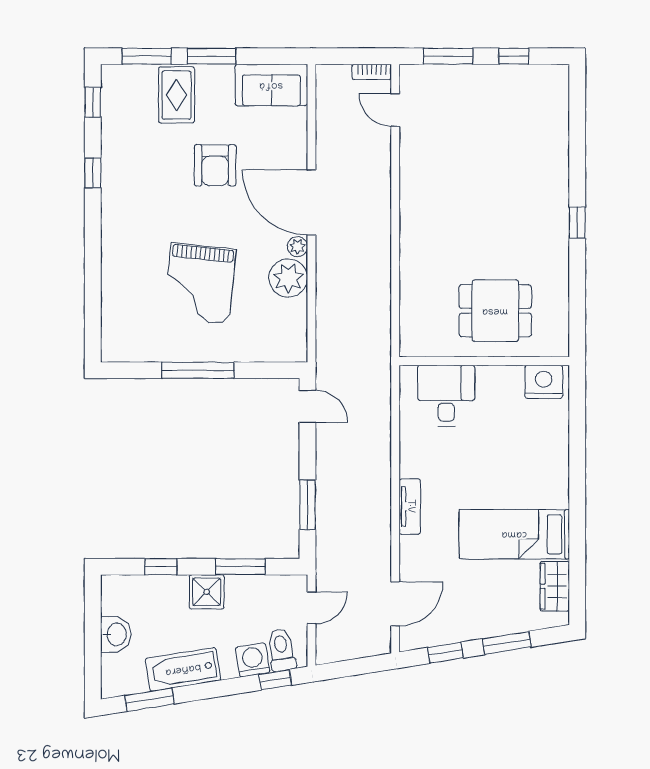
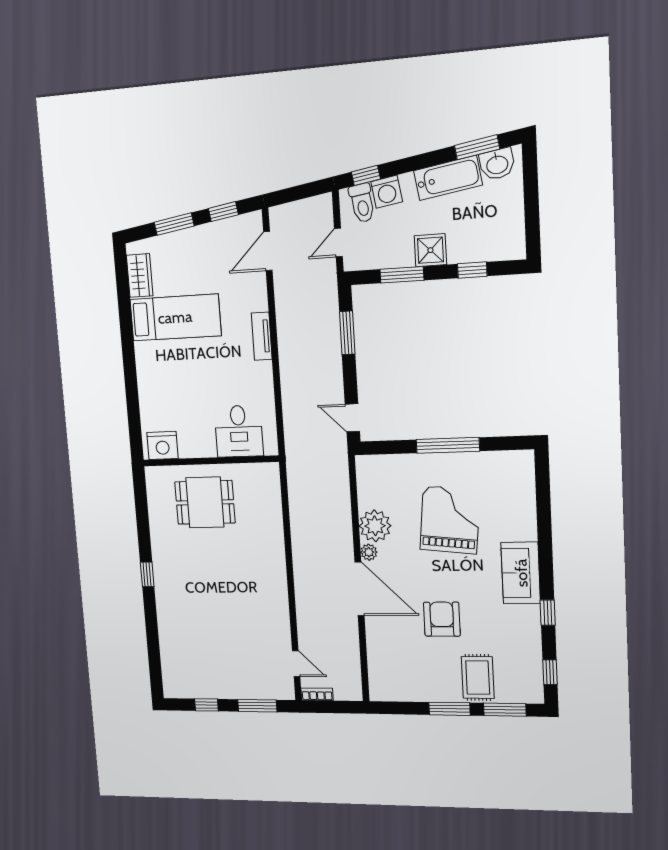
sofa: (271, 85) -> (521, 573), moved, turned -90
washbasin: (116, 634) -> (497, 164), moved, turned -99

